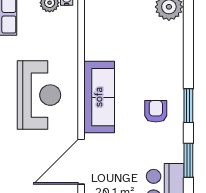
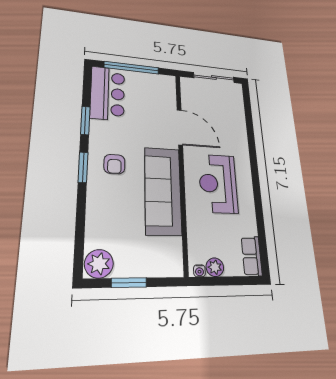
sofa: (99, 97) -> (163, 190), width x1.36, depth x1.27
door: (81, 162) -> (180, 127), hinge flipped

